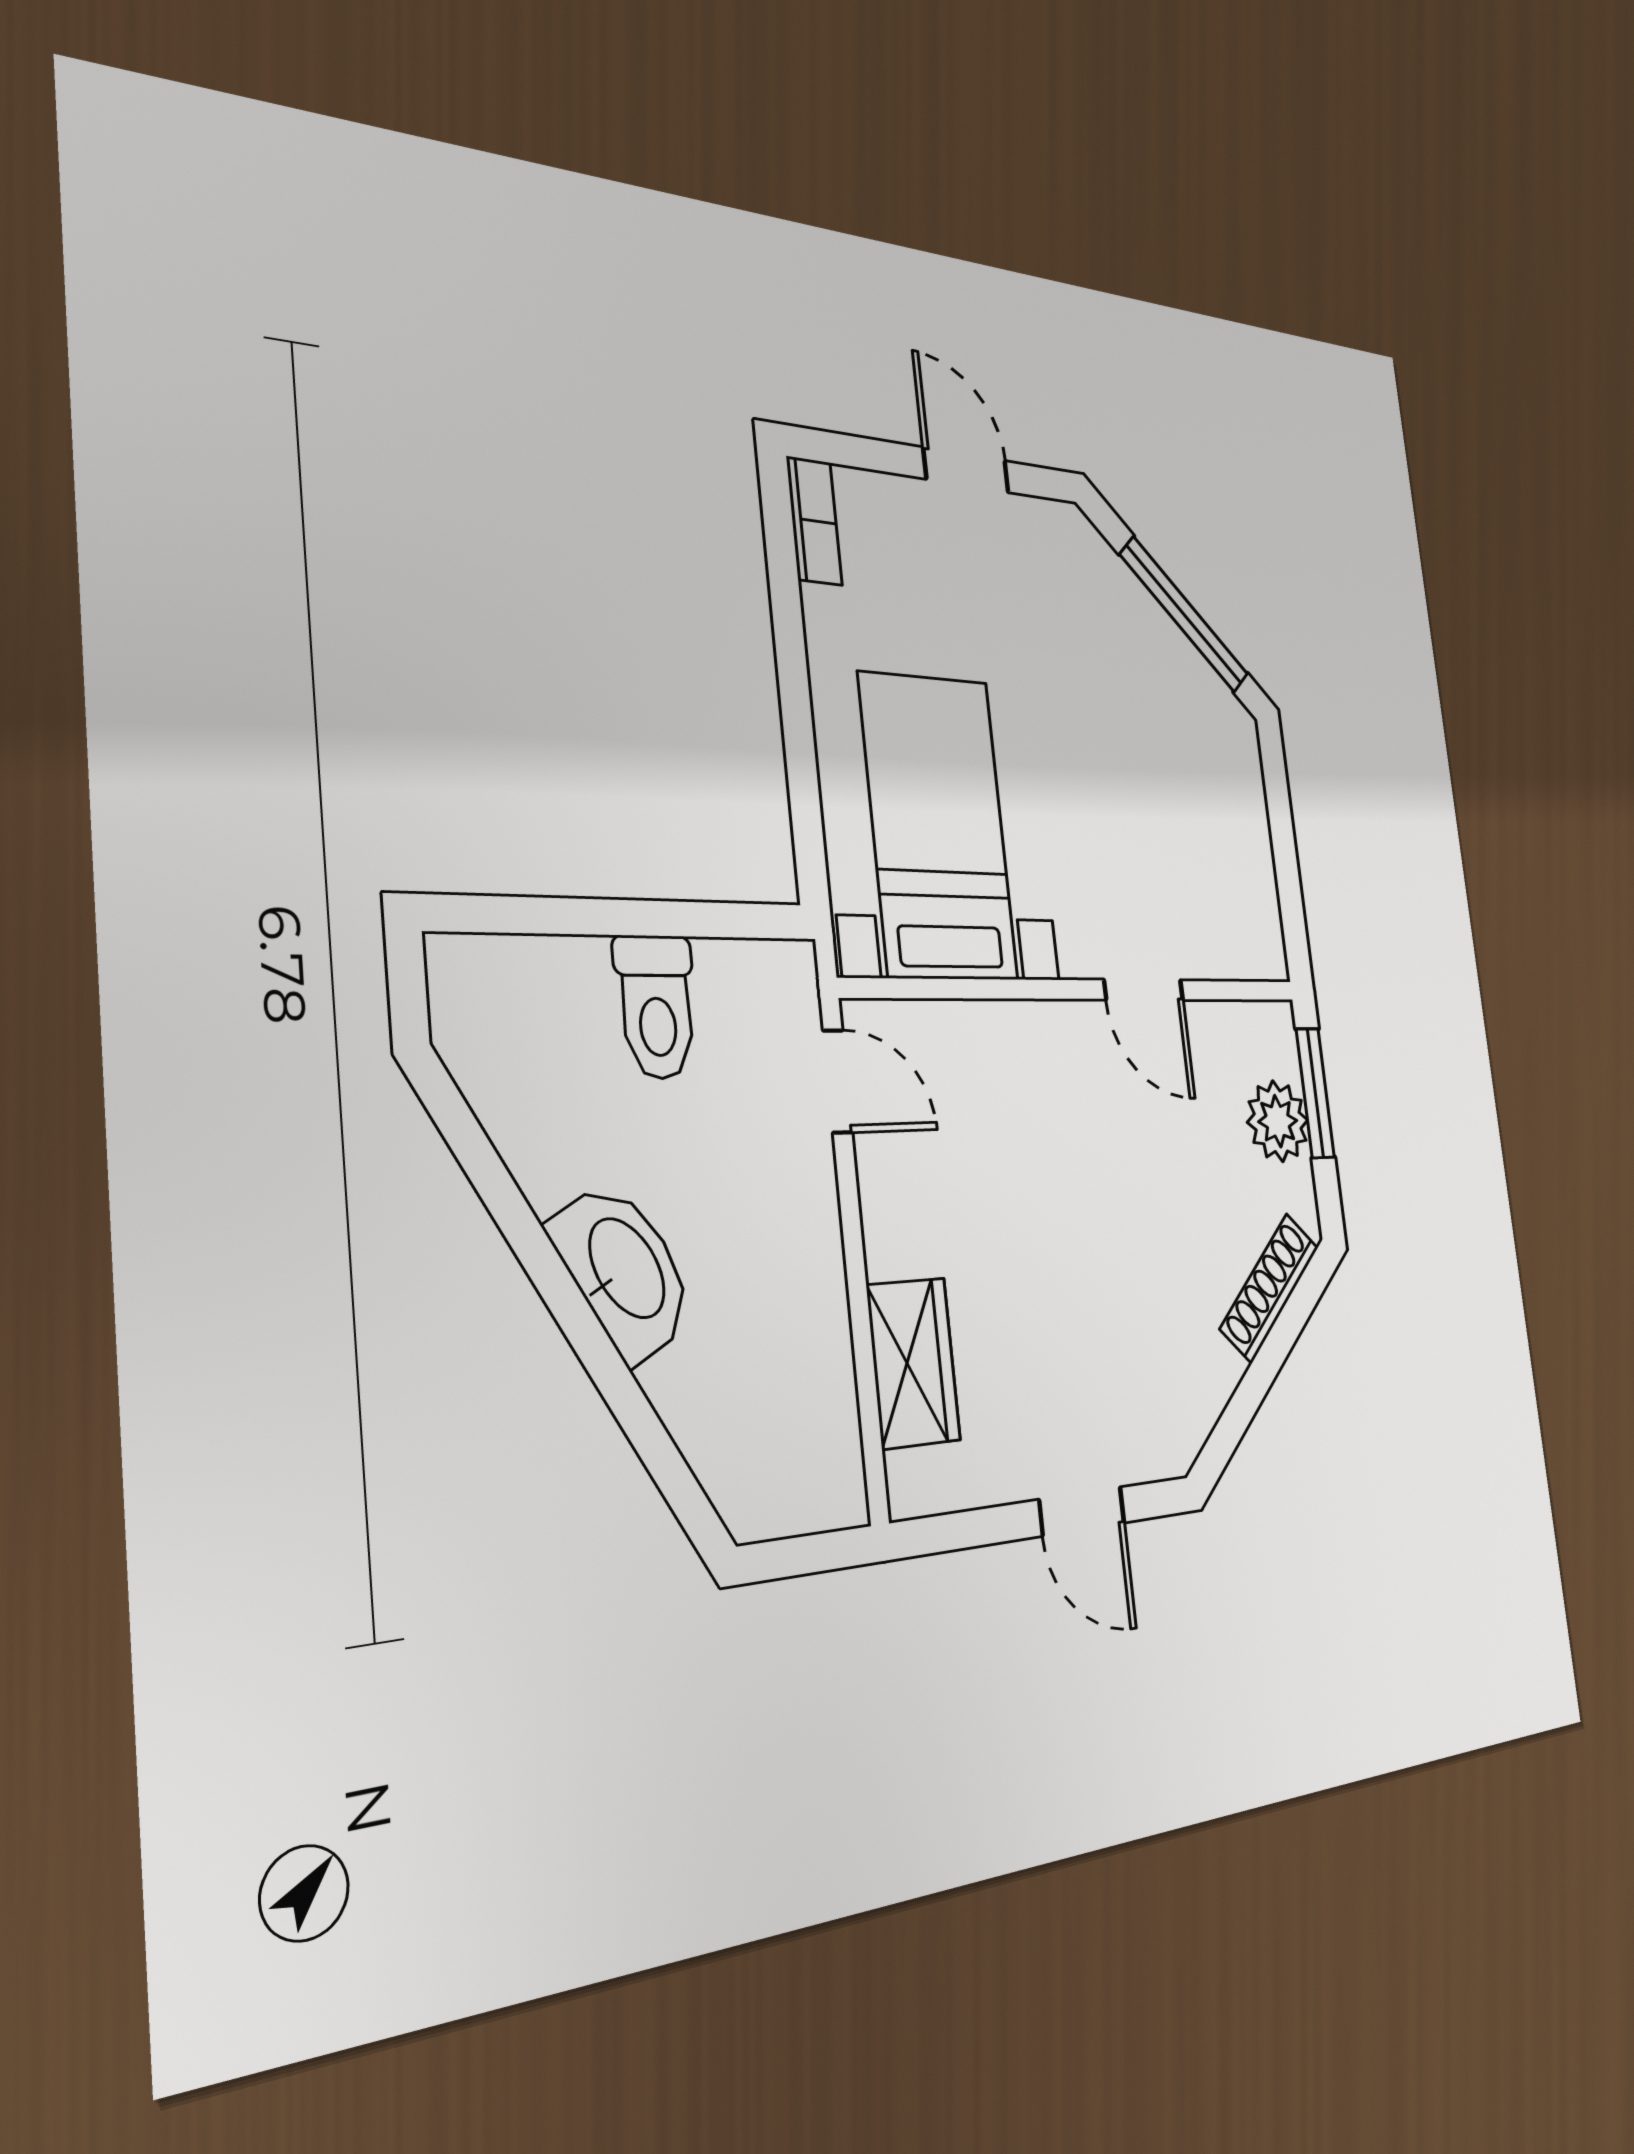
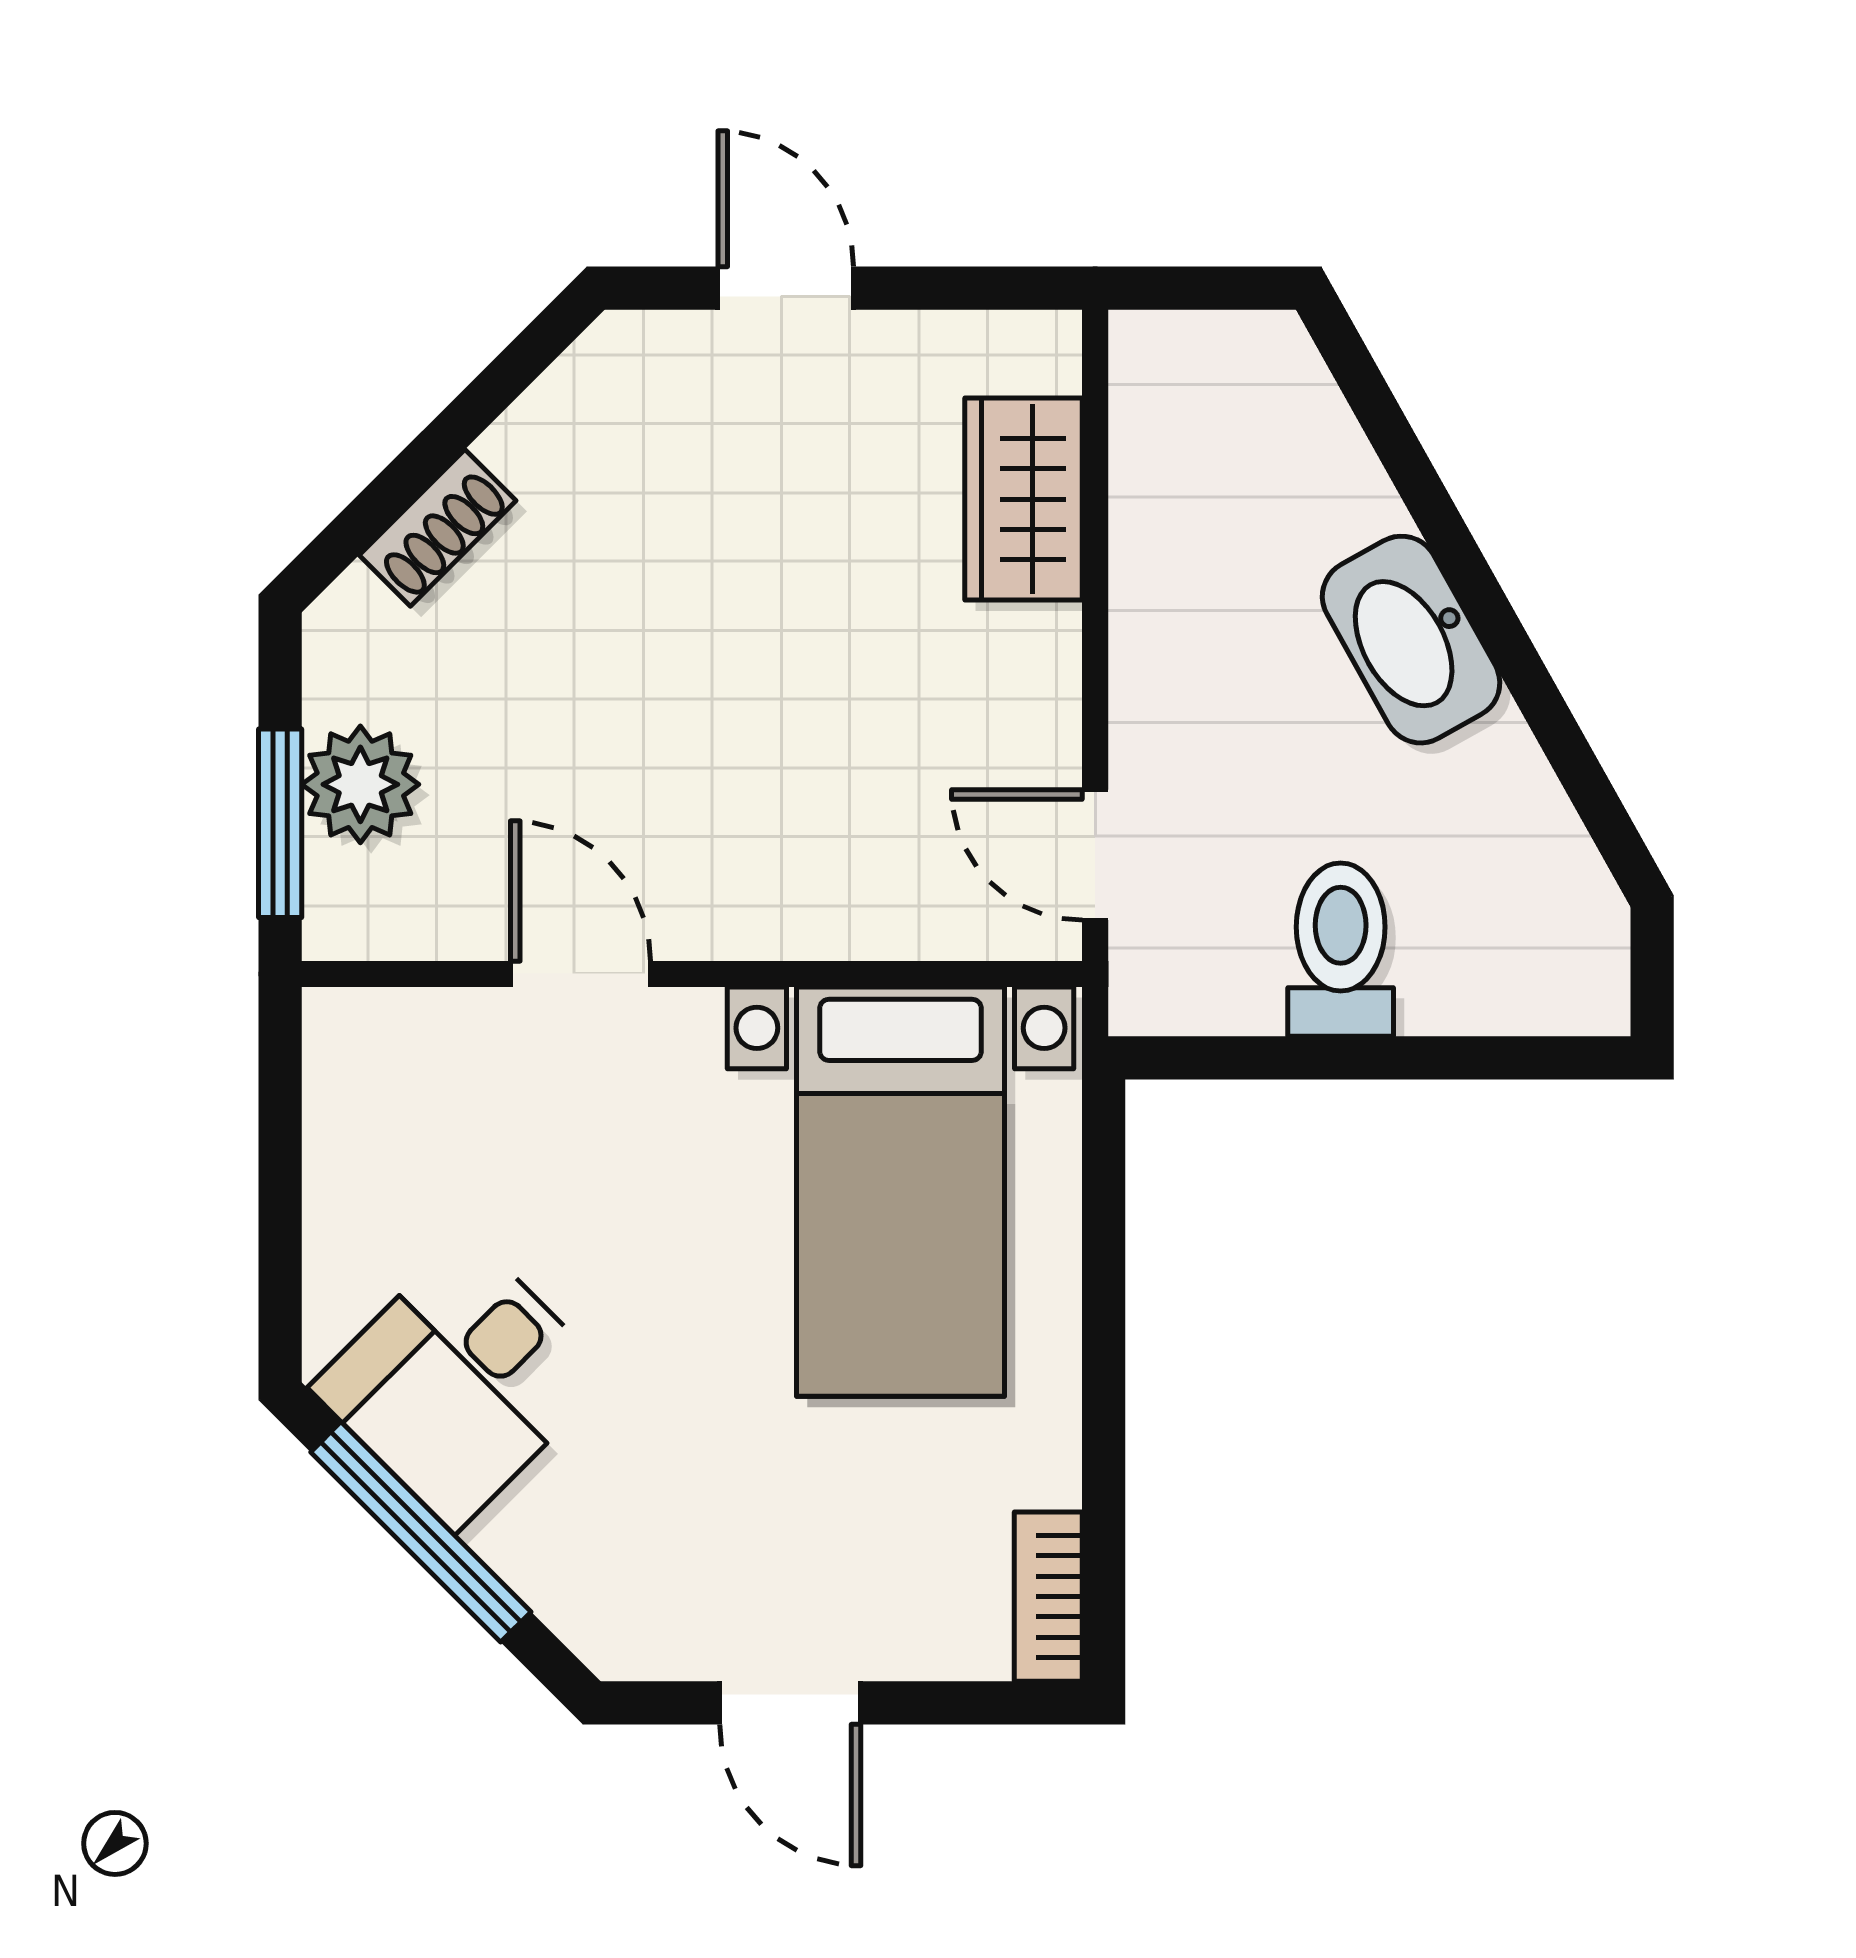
desk: (1175, 712) -> (461, 1382), added
shoe rack: (1269, 1288) -> (438, 528), width x0.70

